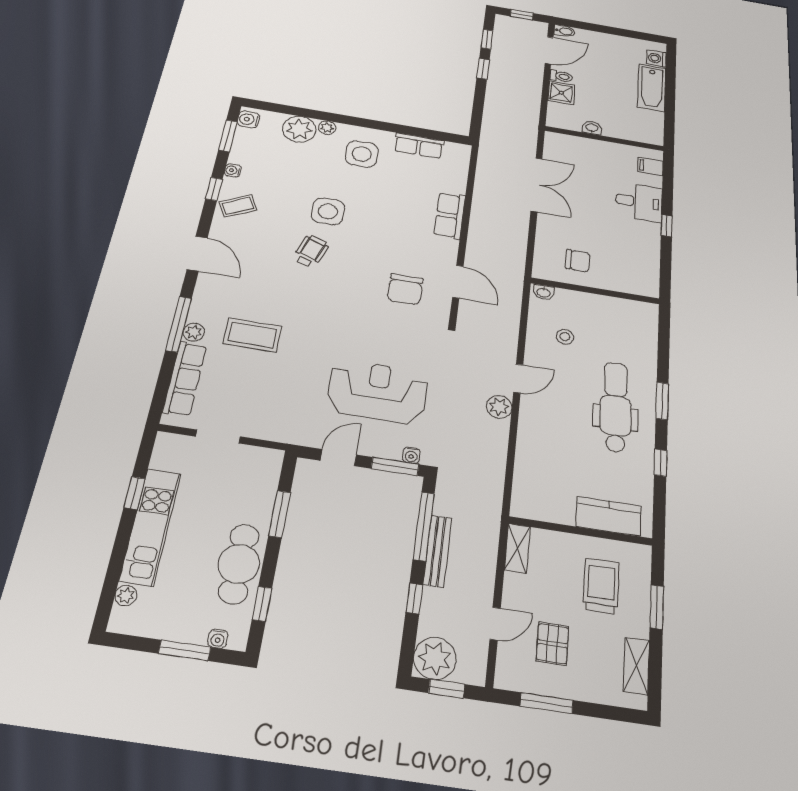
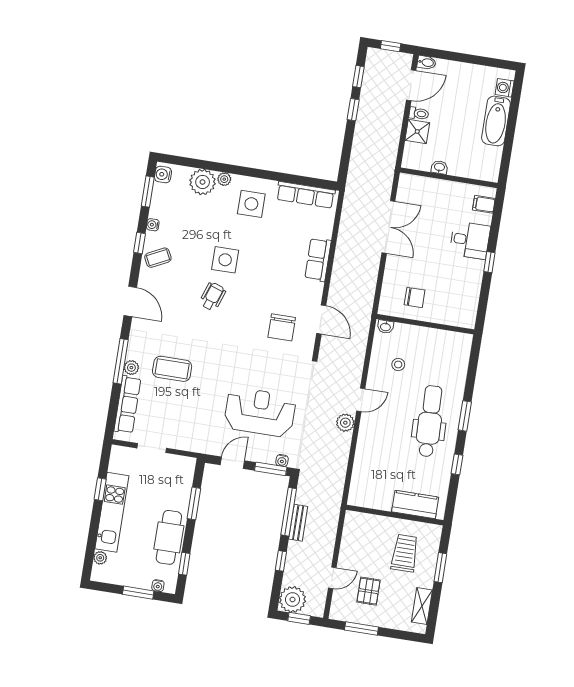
row of seats: (419, 146) -> (306, 195), width x1.48
shelving: (517, 548) -> (350, 527), removed
bench: (437, 551) -> (298, 523), width x0.73

